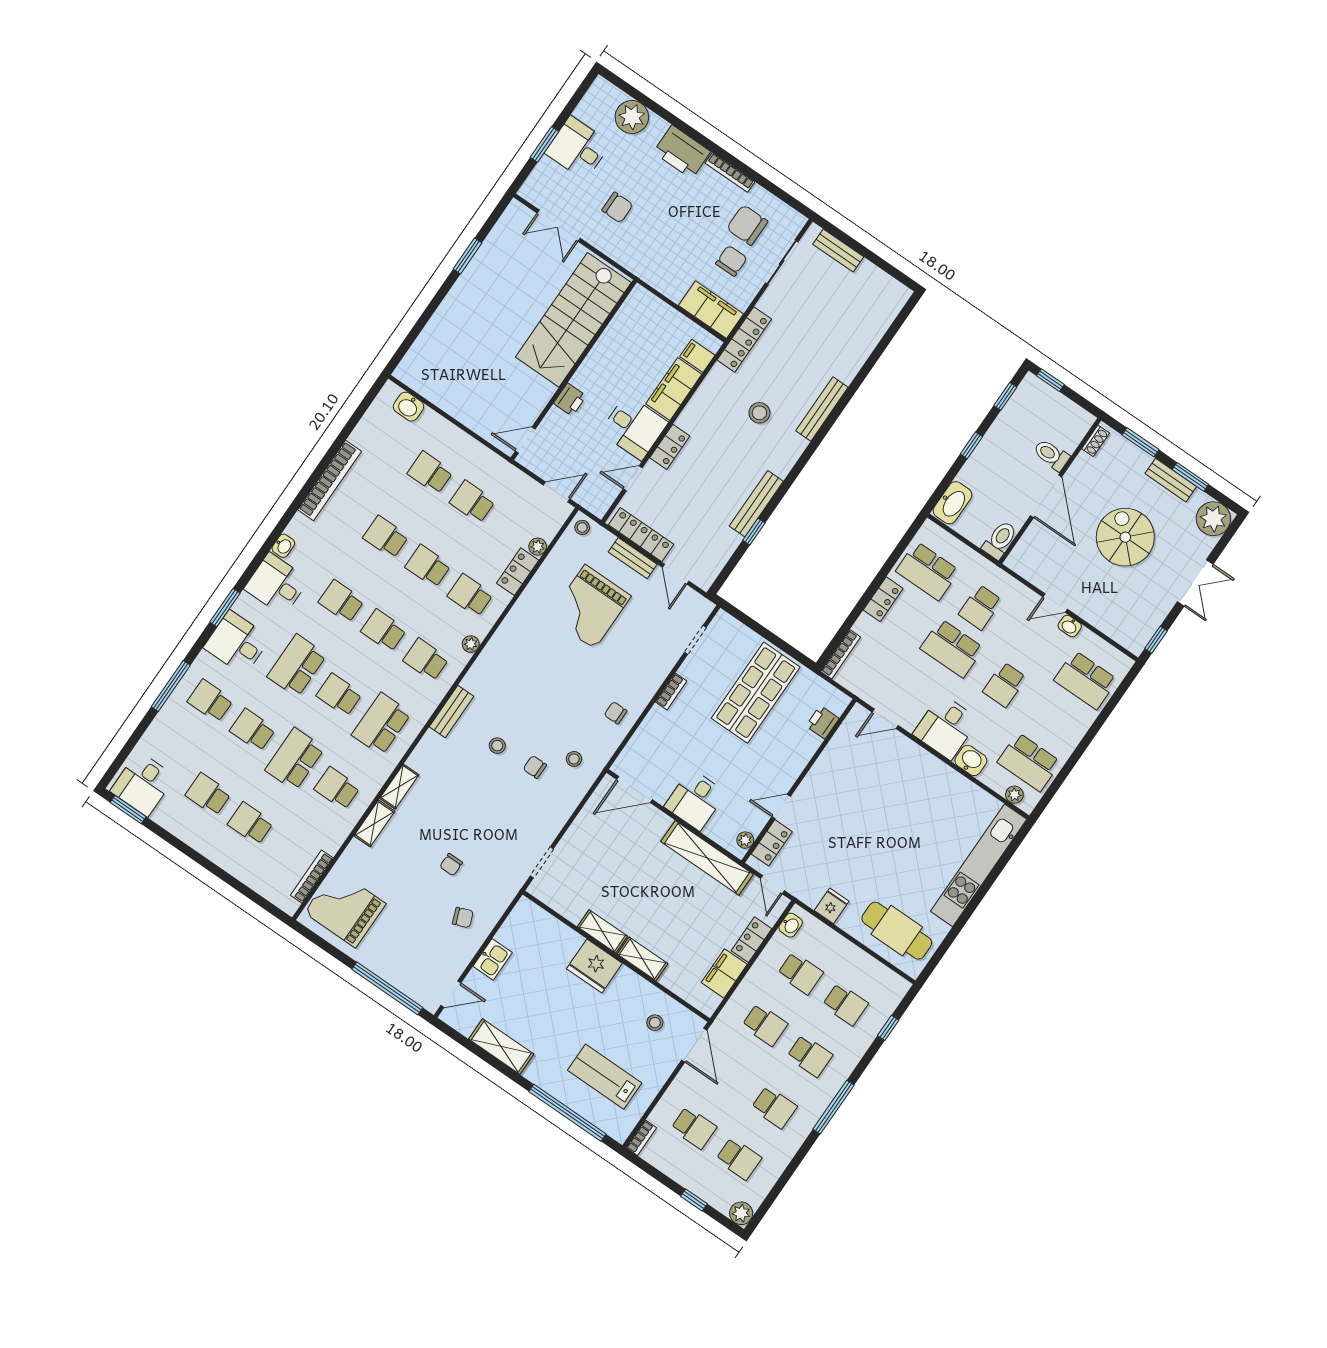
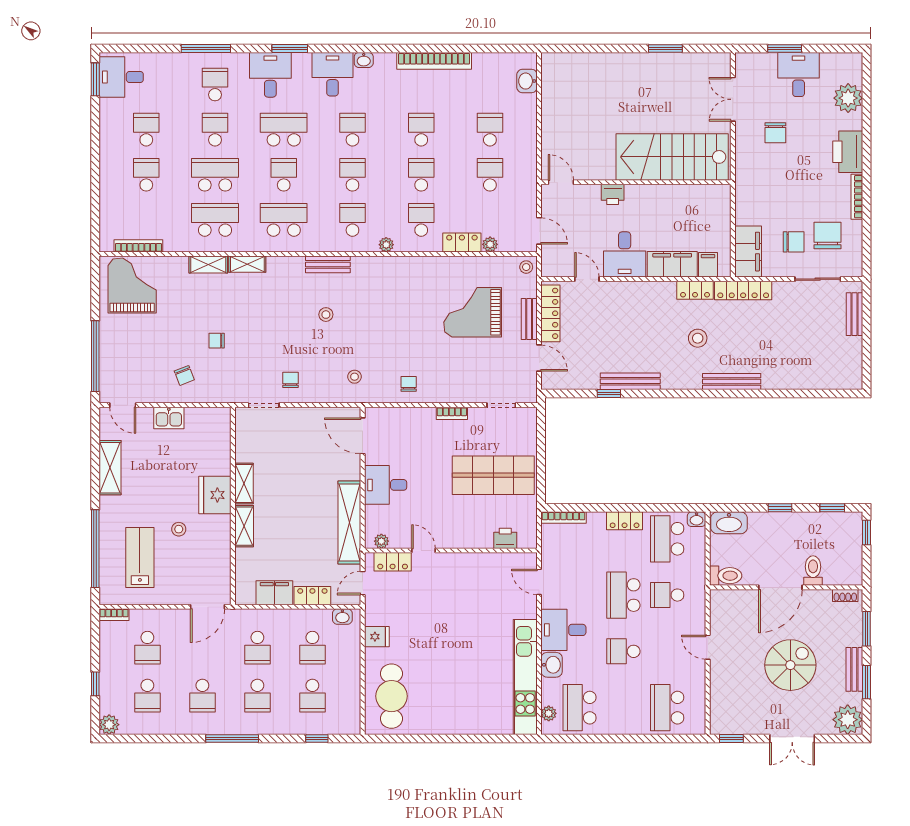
locker: (670, 447) -> (695, 290), moved
door: (676, 574) -> (539, 358), swing flipped
washbasin: (1070, 626) -> (697, 519), moved, turned -90
chair: (535, 767) -> (291, 380), moved
school desk: (337, 788) -> (215, 220), width x1.85
kitchen unit: (979, 865) -> (525, 677), moved, turned -90
stool: (655, 1023) -> (179, 529), moved

